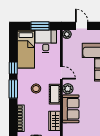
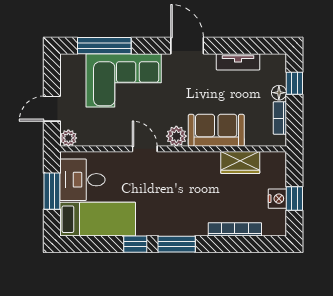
door: (61, 73) -> (145, 149), hinge flipped
stool: (36, 89) -> (176, 199), removed
cot: (55, 94) -> (187, 162), removed

